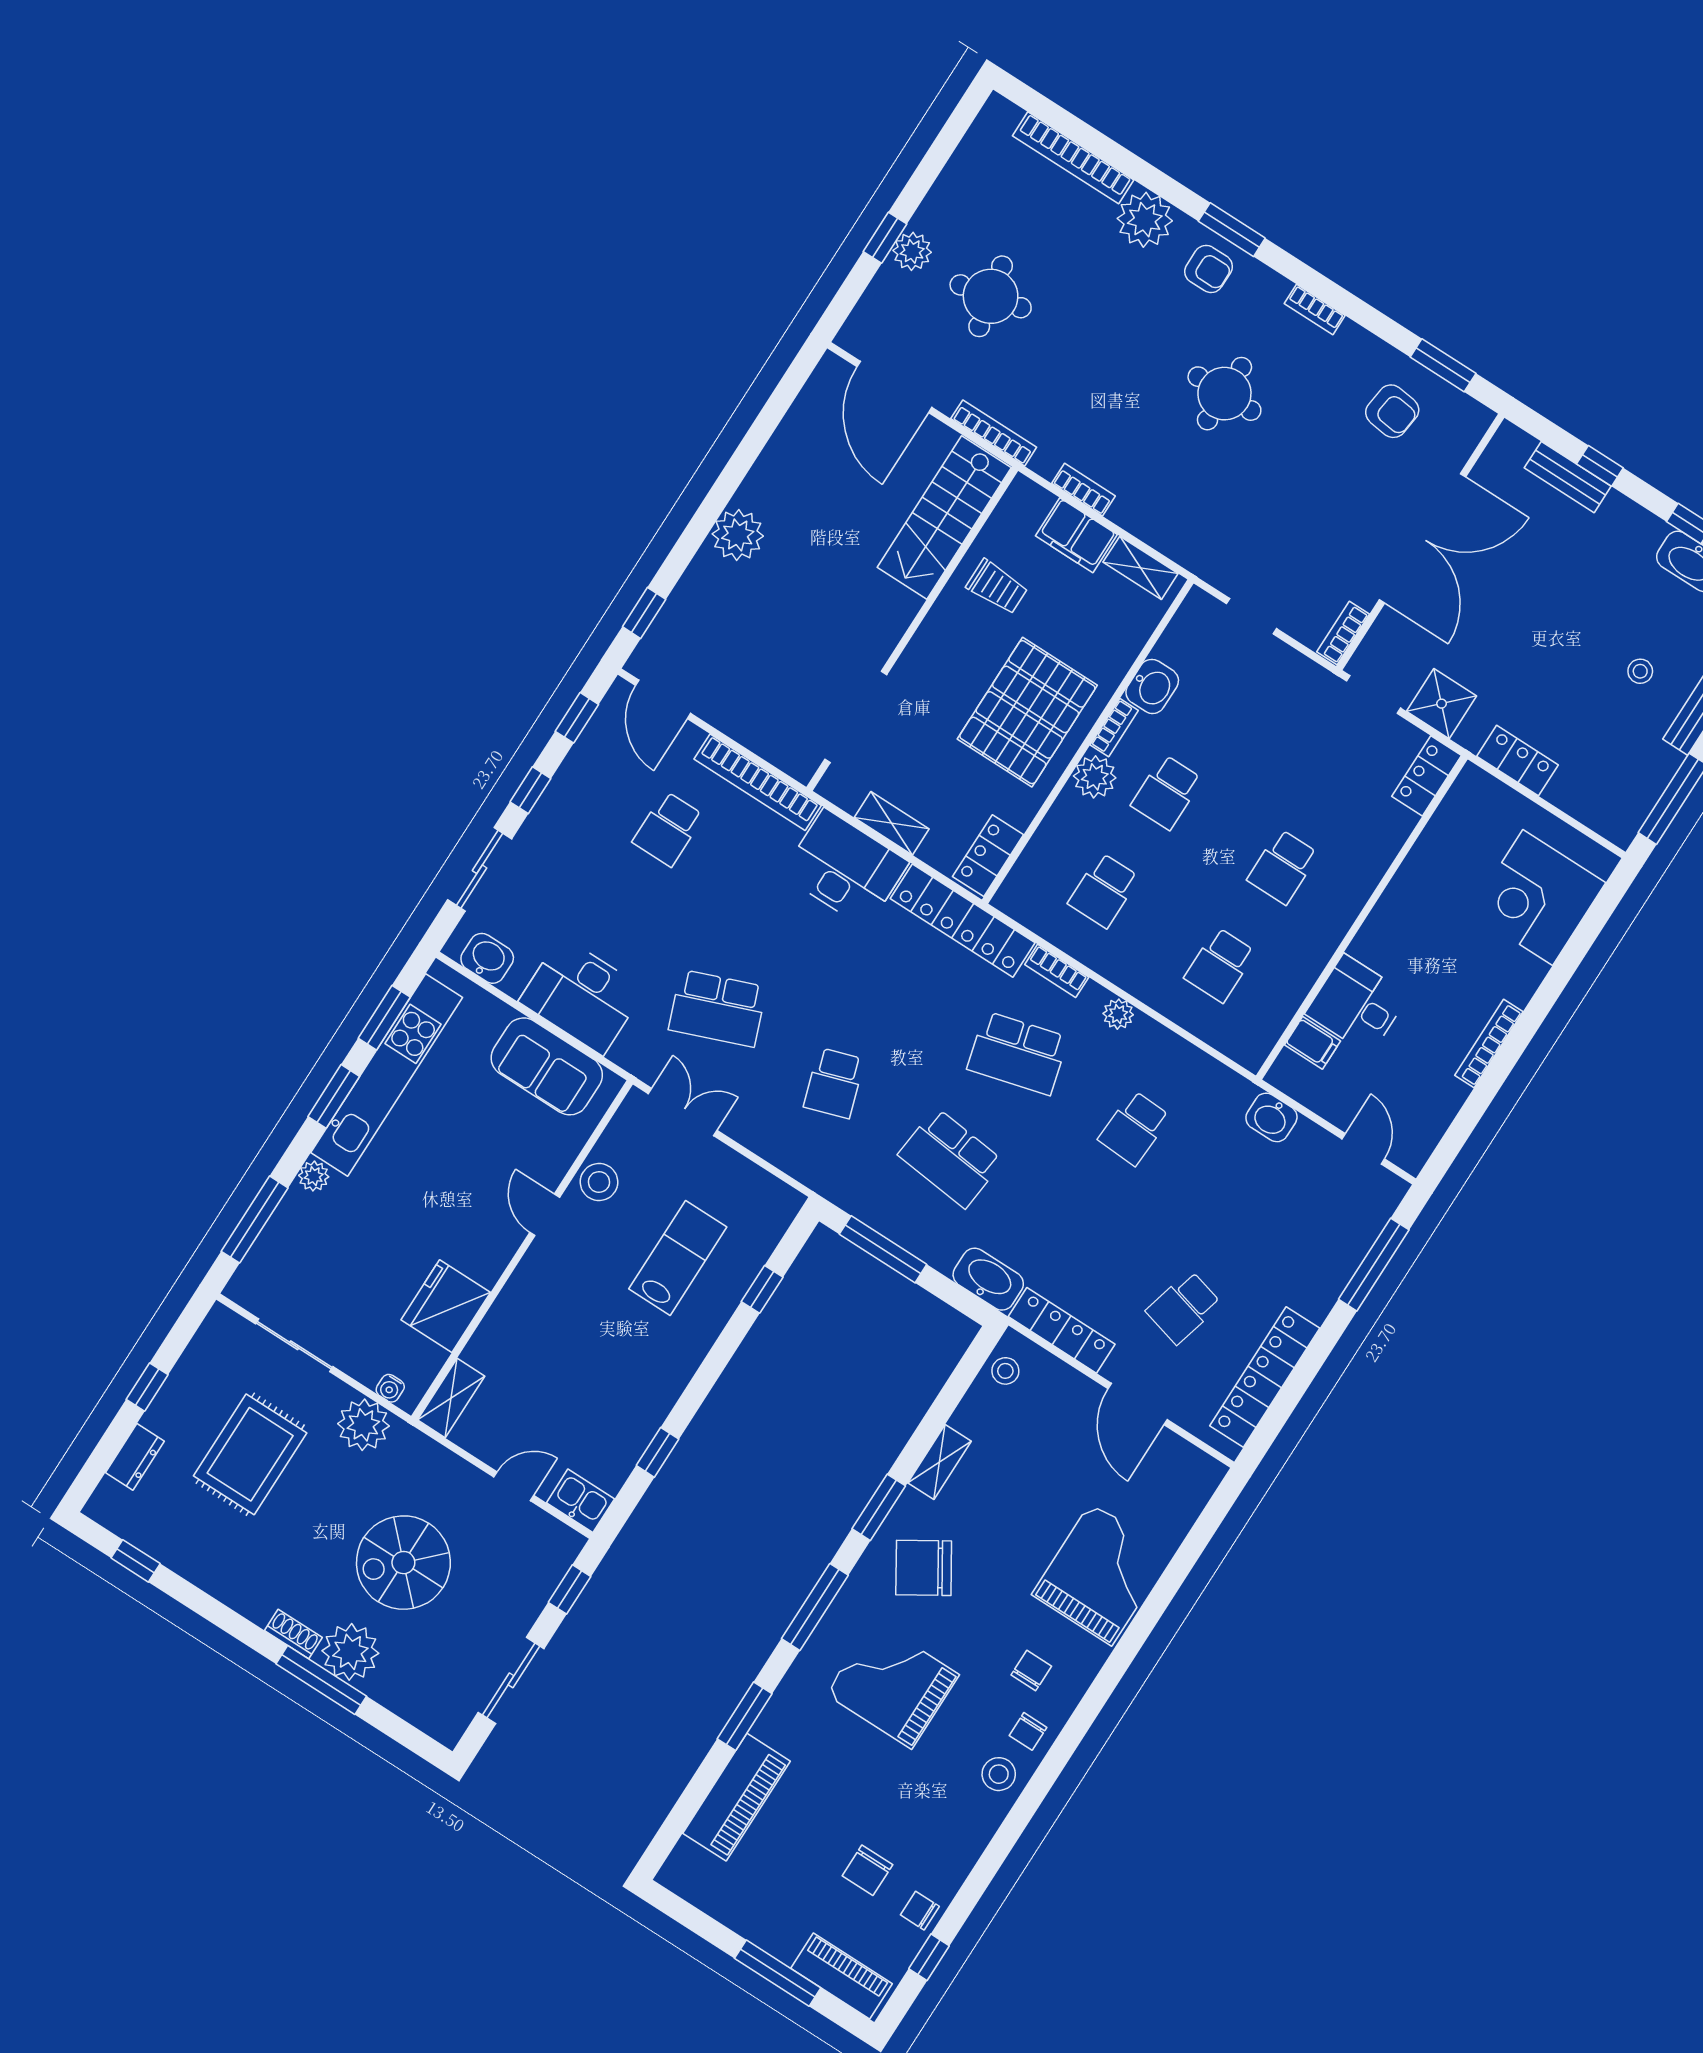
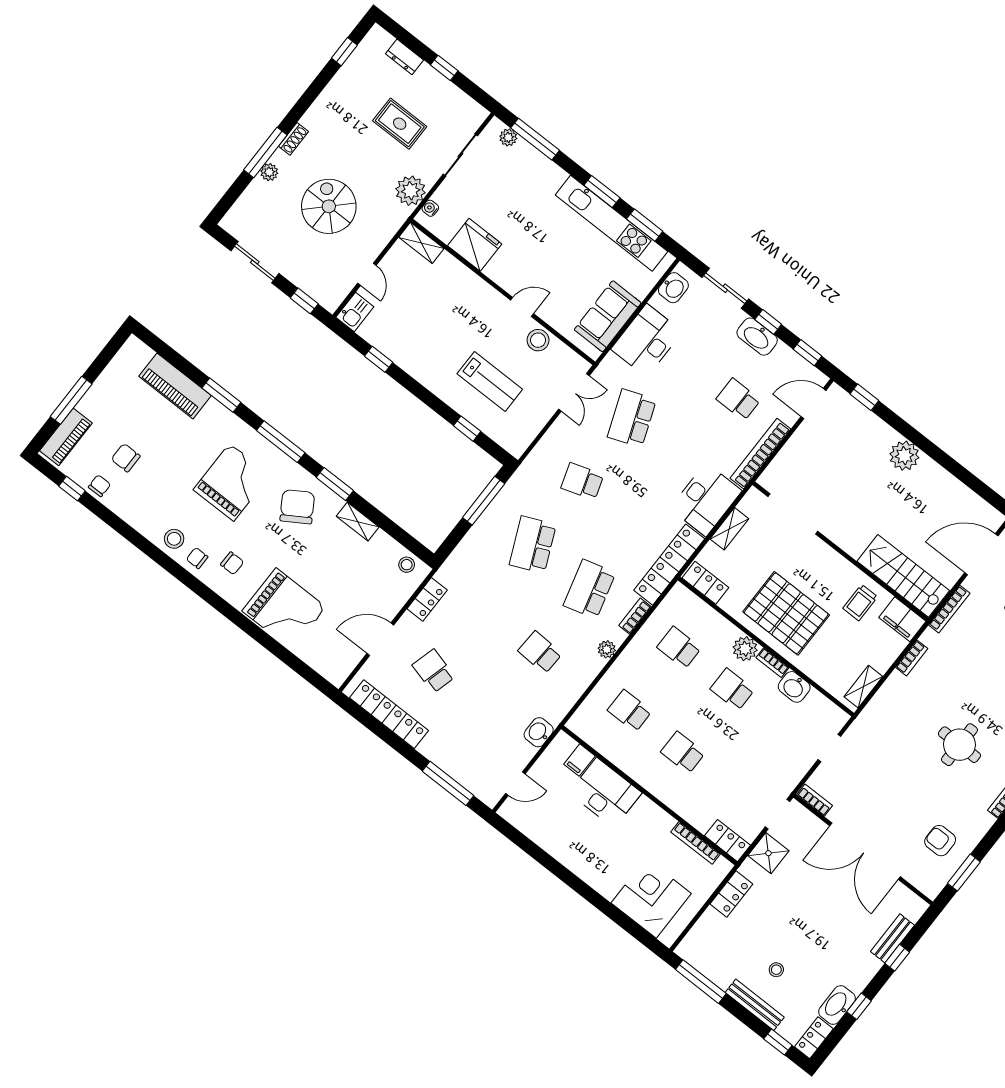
armchair: (1392, 411) -> (940, 841), turned 83
filing cabinet: (1076, 535) -> (902, 619), moved, turned -90
desk: (1357, 1005) -> (605, 793), width x1.37
bookcase: (1489, 1043) -> (696, 843), moved, turned 180
school desk: (951, 1158) -> (533, 545), turned -30
plant: (314, 1176) -> (508, 137), moved
washbasin: (988, 1279) -> (757, 337), moved, turned 90
locker: (1062, 1330) -> (427, 599), width x0.66
rug: (250, 1454) -> (400, 124), width x0.73, depth x0.70
plant: (350, 1652) -> (269, 172), width x0.53, depth x0.53

